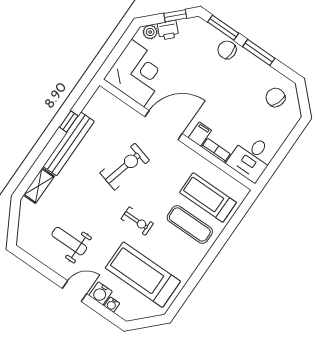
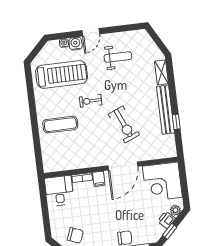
exercise bike: (125, 167) -> (124, 124), turned -38
treadmill: (208, 197) -> (64, 148), removed

